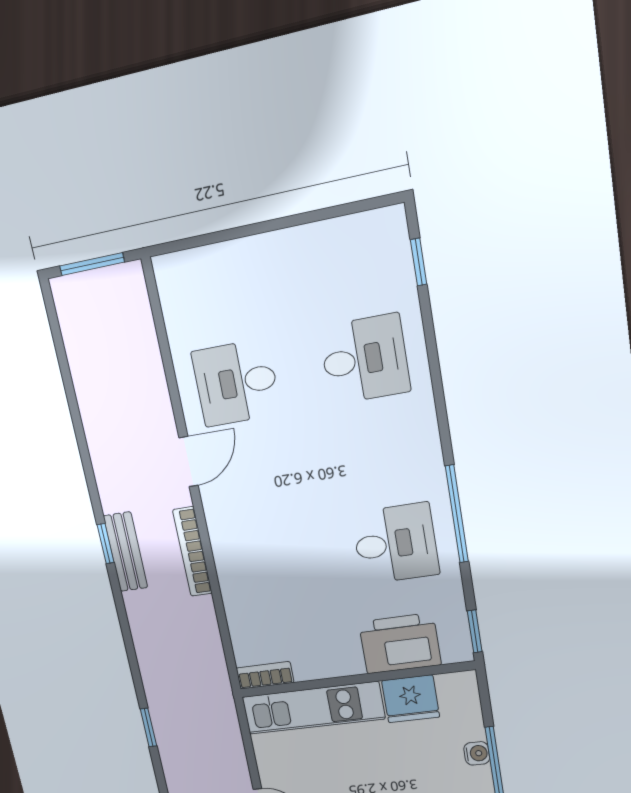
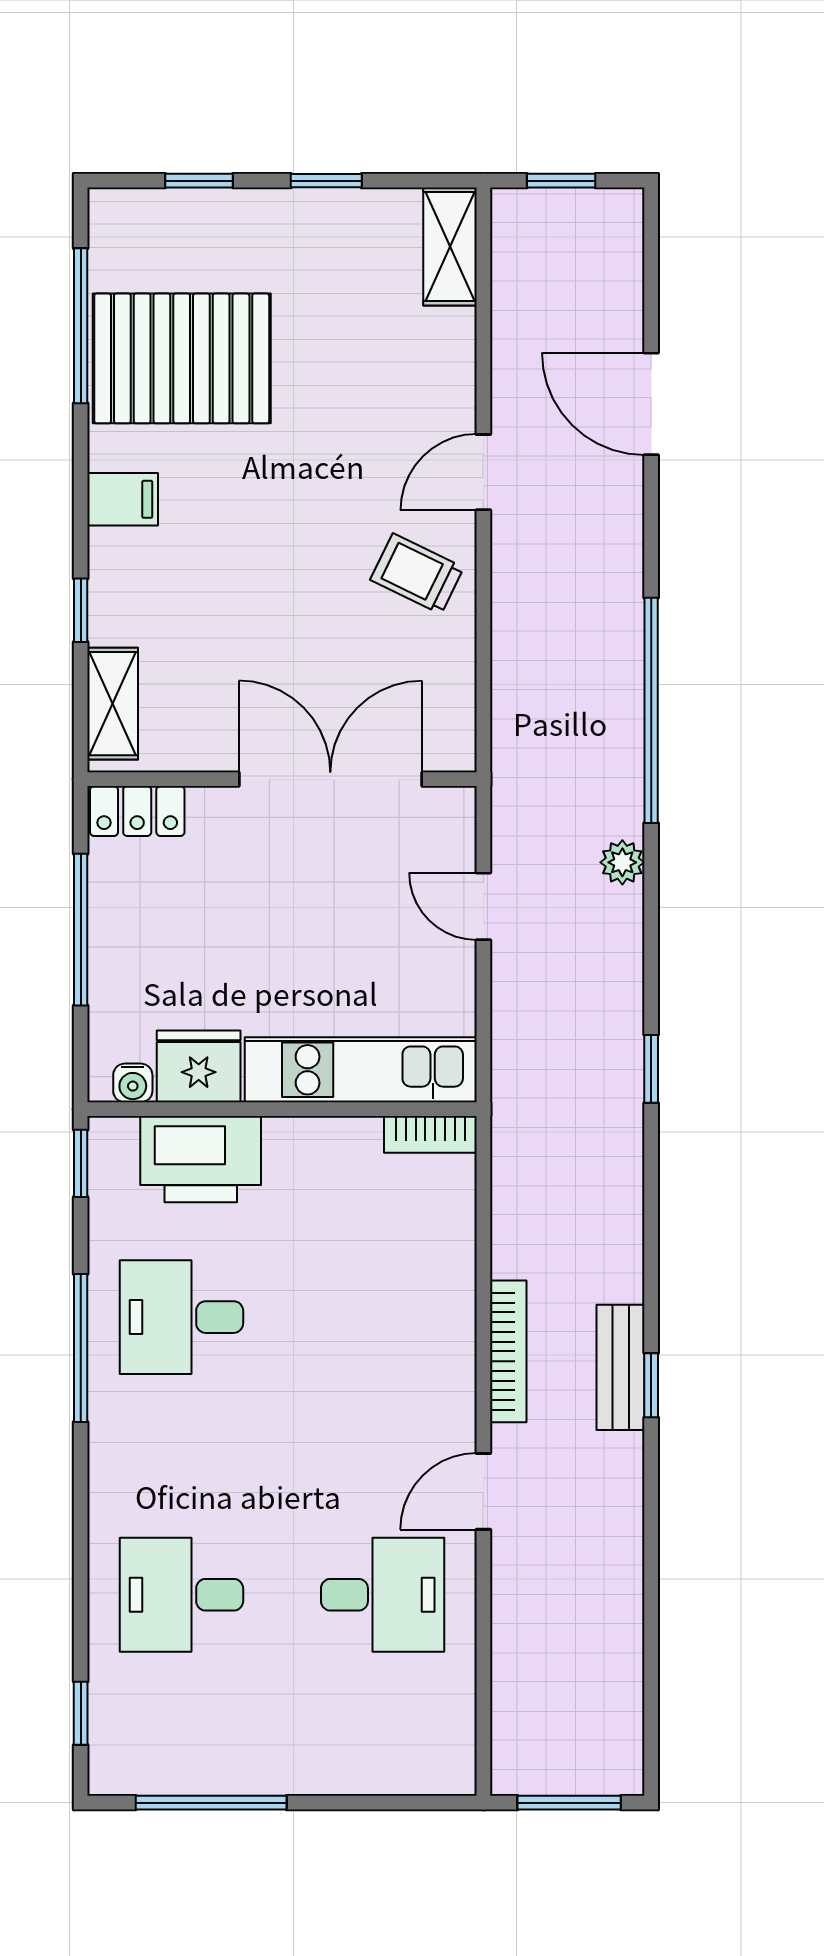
window: (320, 215) -> (211, 1803), added
water cooler: (477, 753) -> (133, 1083), moved, turned -90

